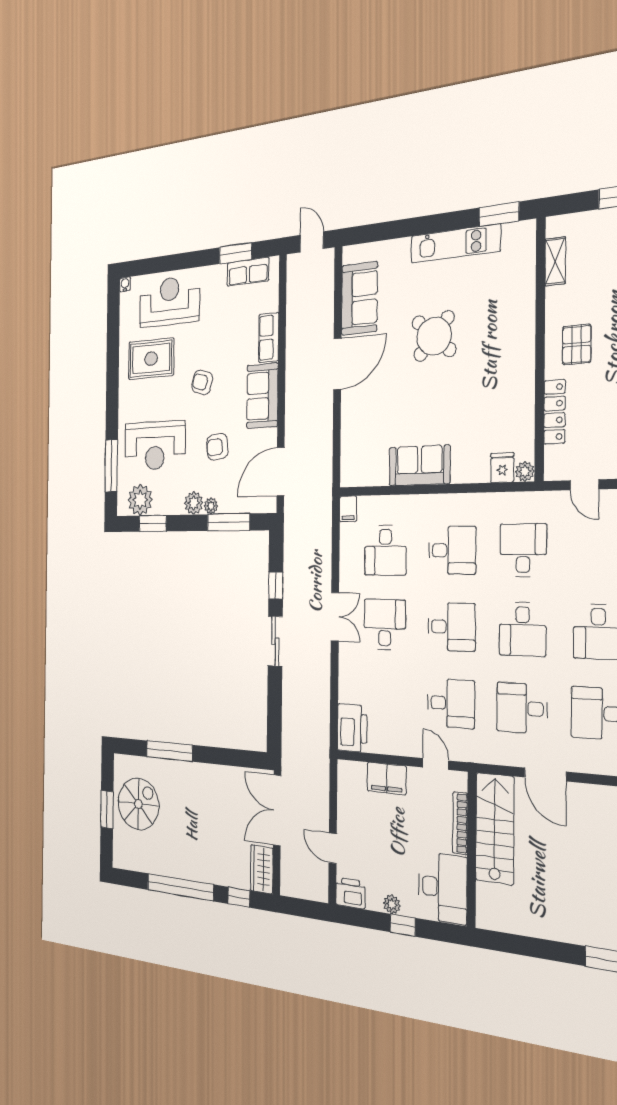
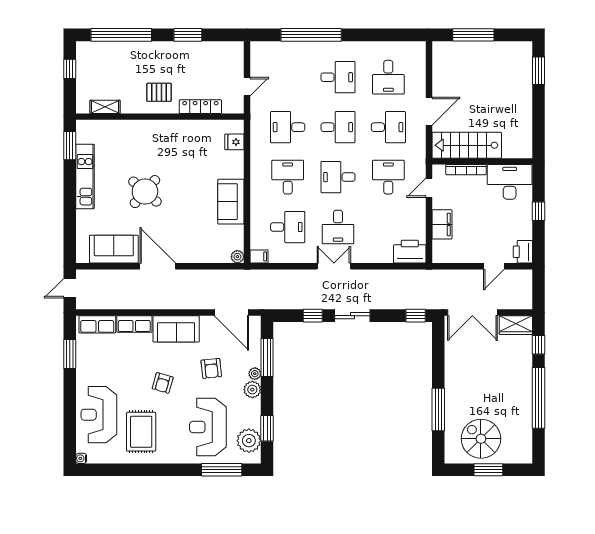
row of seats: (248, 272) -> (97, 324), moved, turned 90
reception desk: (155, 446) -> (208, 427), turned 180
plant: (525, 472) -> (237, 257), moved
desk: (385, 625) -> (338, 227), turned -90
desk: (451, 627) -> (338, 177), turned -90
desk: (522, 708) -> (388, 127), turned -90
window: (274, 730) -> (416, 316), added
plant: (392, 904) -> (526, 220), removed

